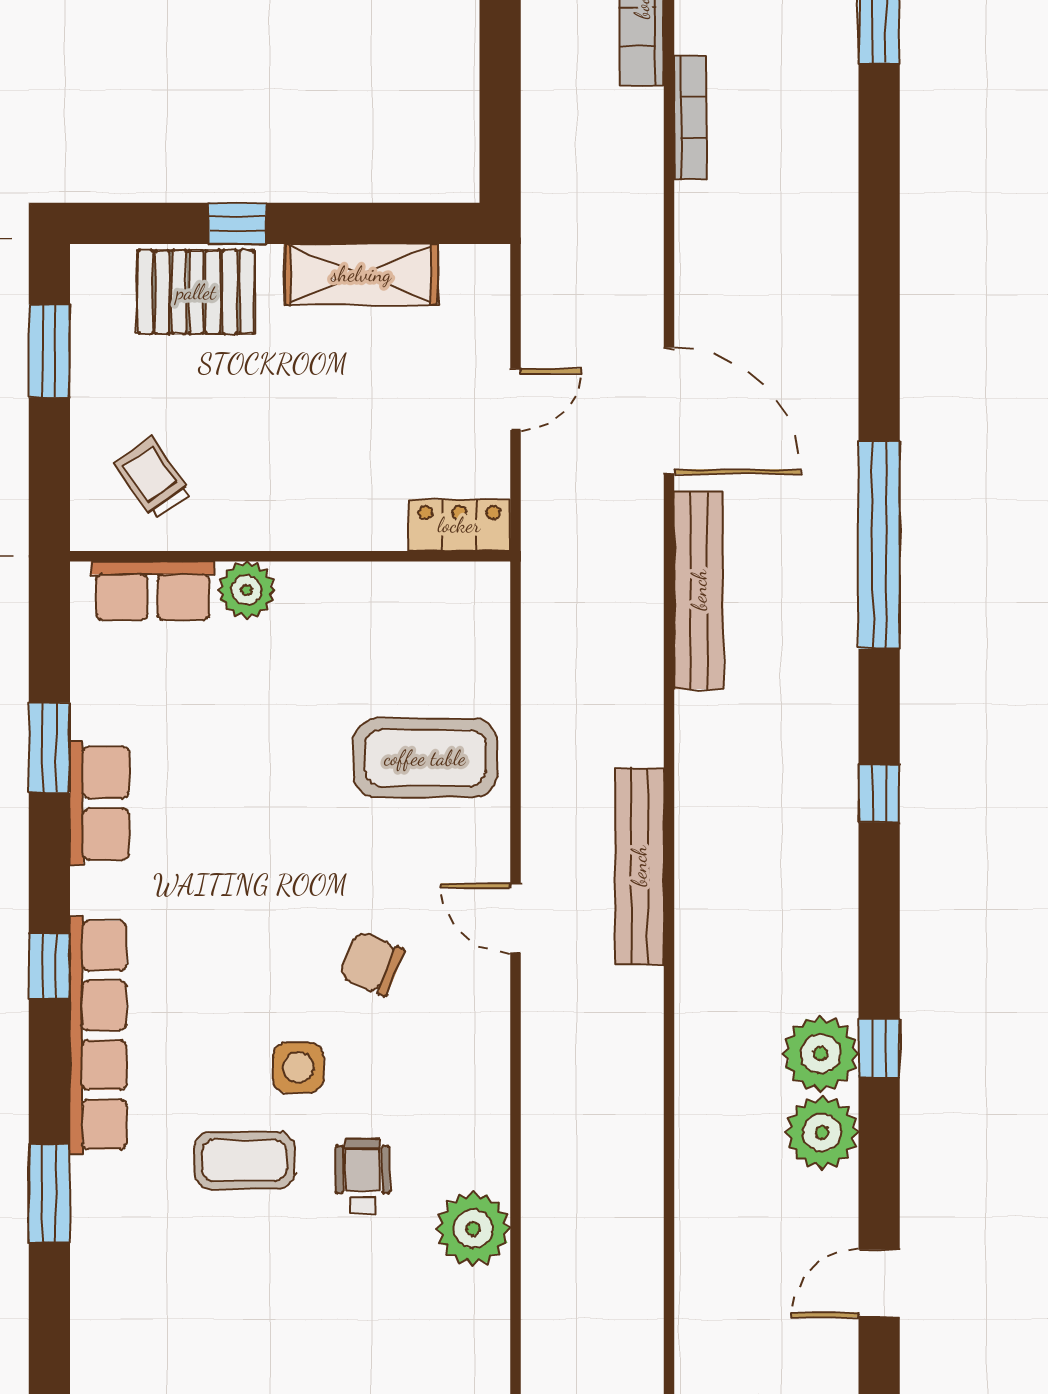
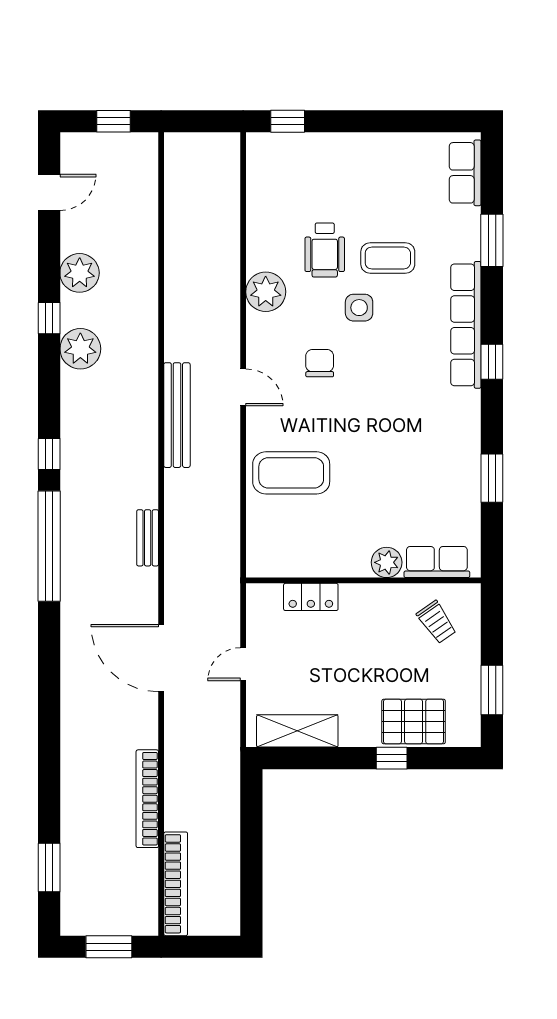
bookcase: (690, 117) -> (147, 799), width x1.48, depth x1.31
shelving: (361, 274) -> (297, 731), moved
locker: (459, 525) -> (311, 597), moved
window: (879, 545) -> (49, 546), moved
bench: (699, 590) -> (148, 538), width x0.54, depth x0.82
row of seats: (99, 803) -> (465, 173), moved
chair: (372, 963) -> (320, 363), turned -112
plant: (820, 1054) -> (80, 349), moved
wheelchair: (363, 1176) -> (325, 250), width x1.36, depth x1.37
plant: (473, 1229) -> (266, 292), moved

